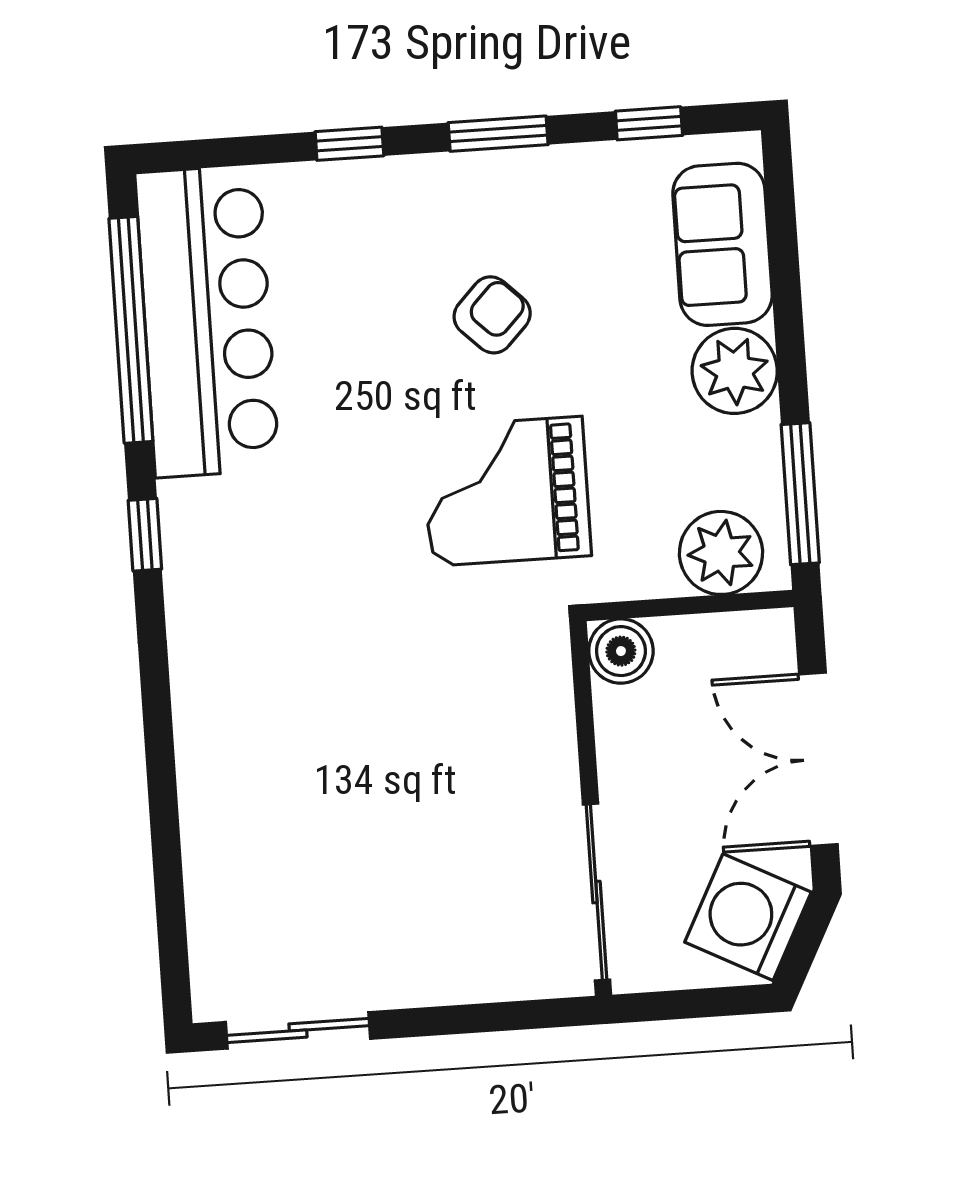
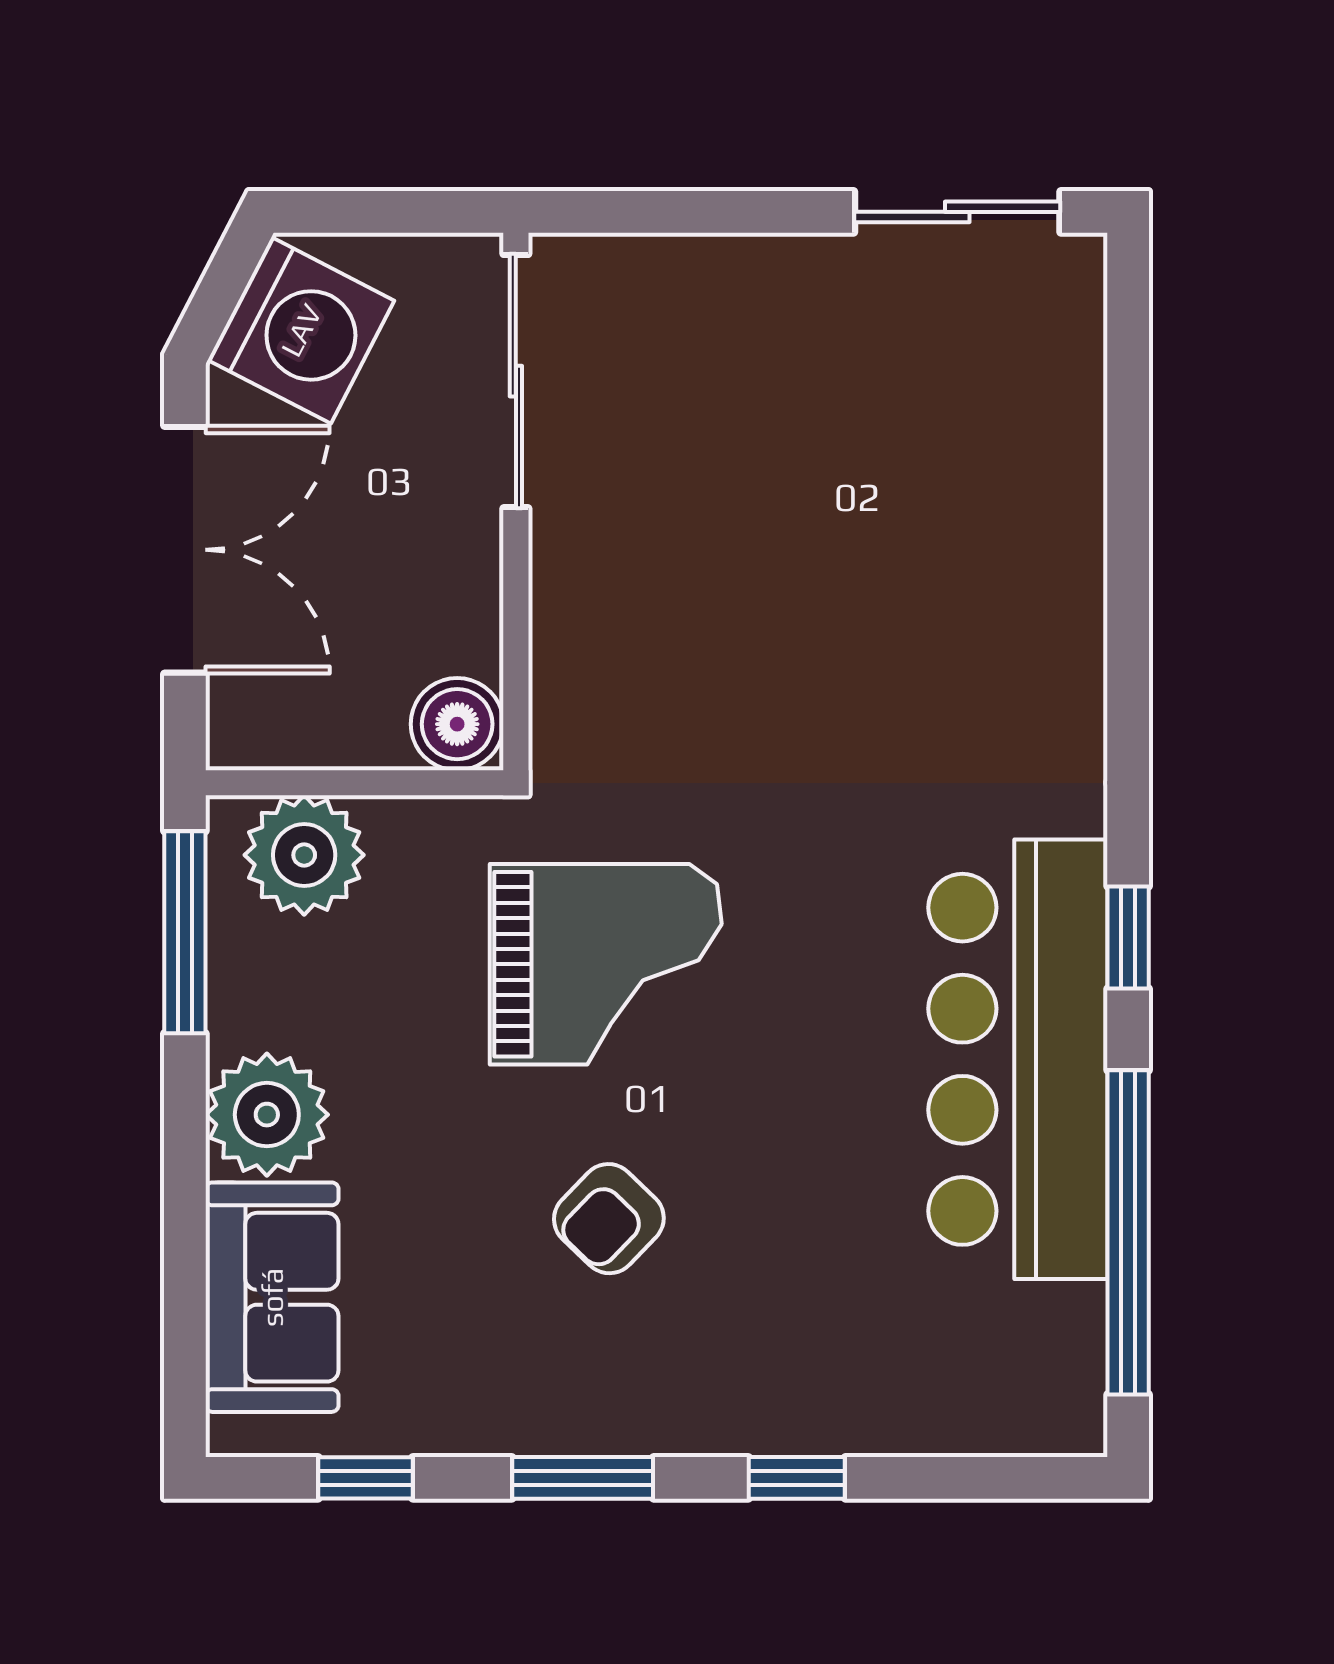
bar counter: (207, 321) -> (1018, 1059), moved

